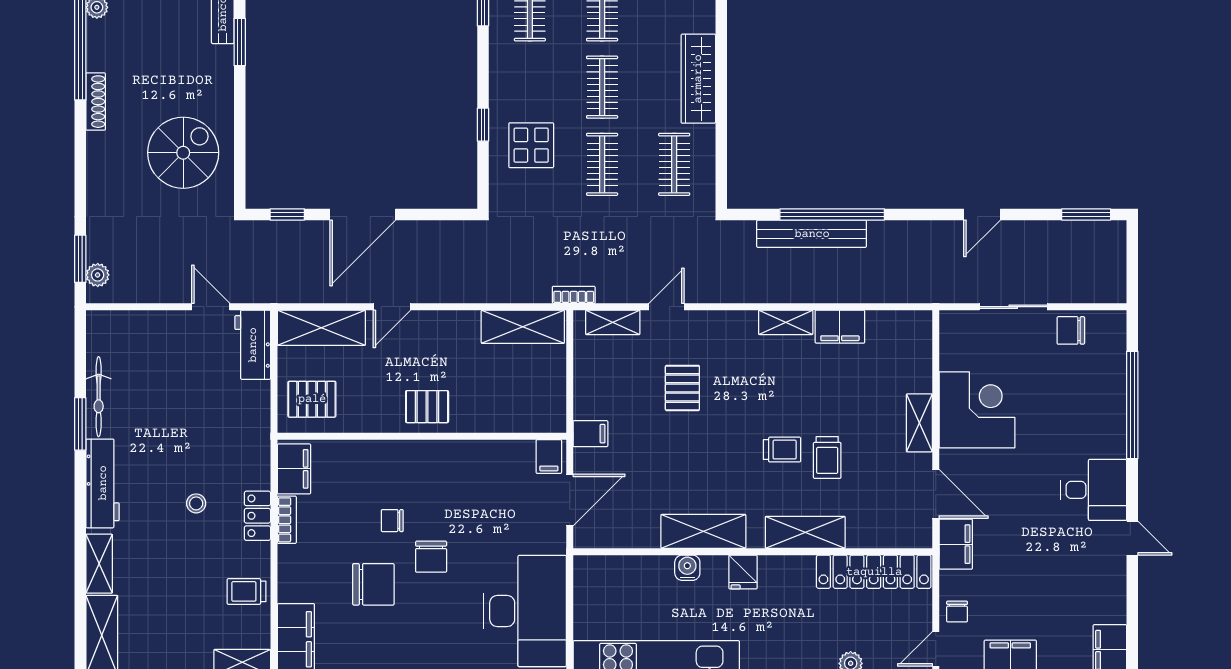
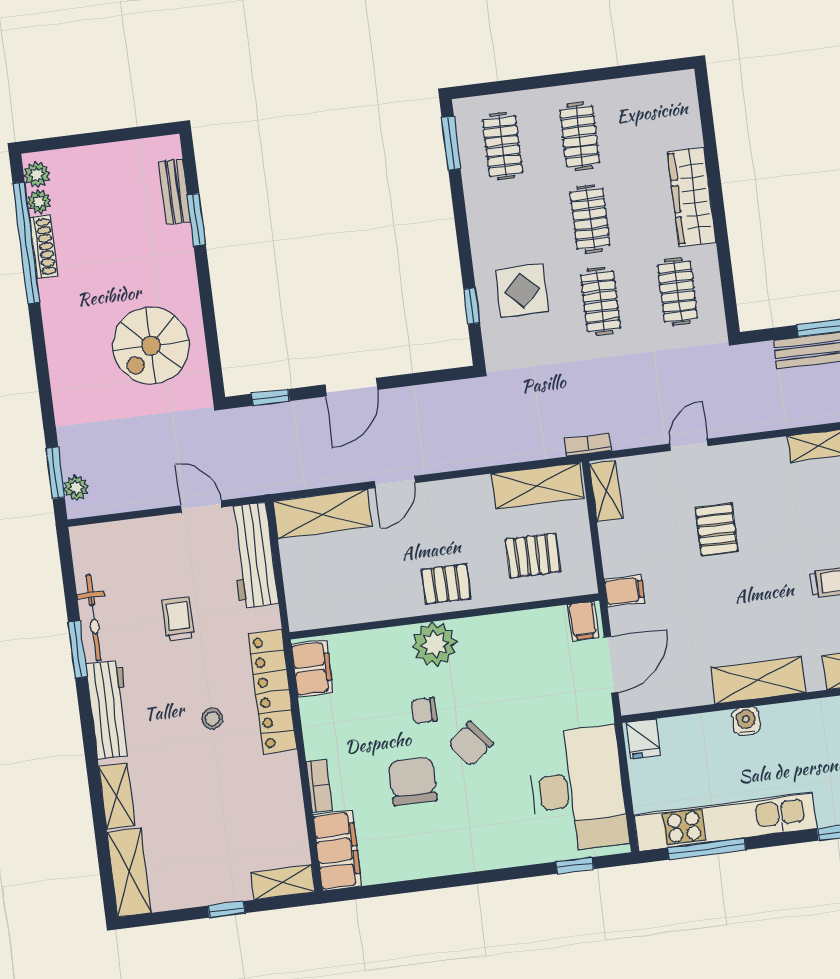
shoe rack: (96, 102) -> (43, 247), moved
window: (483, 125) -> (472, 306), moved
spiral stairs: (183, 153) -> (151, 346), turned 180
door: (363, 214) -> (351, 387), width x0.73
shelving: (613, 322) -> (606, 491), moved, turned 90
workbench: (253, 345) -> (253, 555), width x1.38
pallet: (312, 399) -> (533, 556), moved
plant: (410, 461) -> (435, 644), added
locker: (257, 516) -> (272, 692), width x2.16, depth x1.21
bookcase: (287, 520) -> (319, 786), moved
chair: (431, 557) -> (471, 744), turned 51
fridge: (743, 572) -> (643, 739), moved
chair: (373, 584) -> (413, 781), turned -90
trolley: (247, 591) -> (178, 619), moved, turned 90

